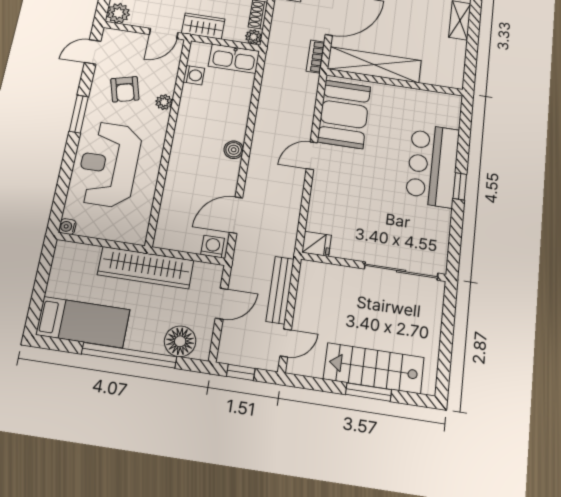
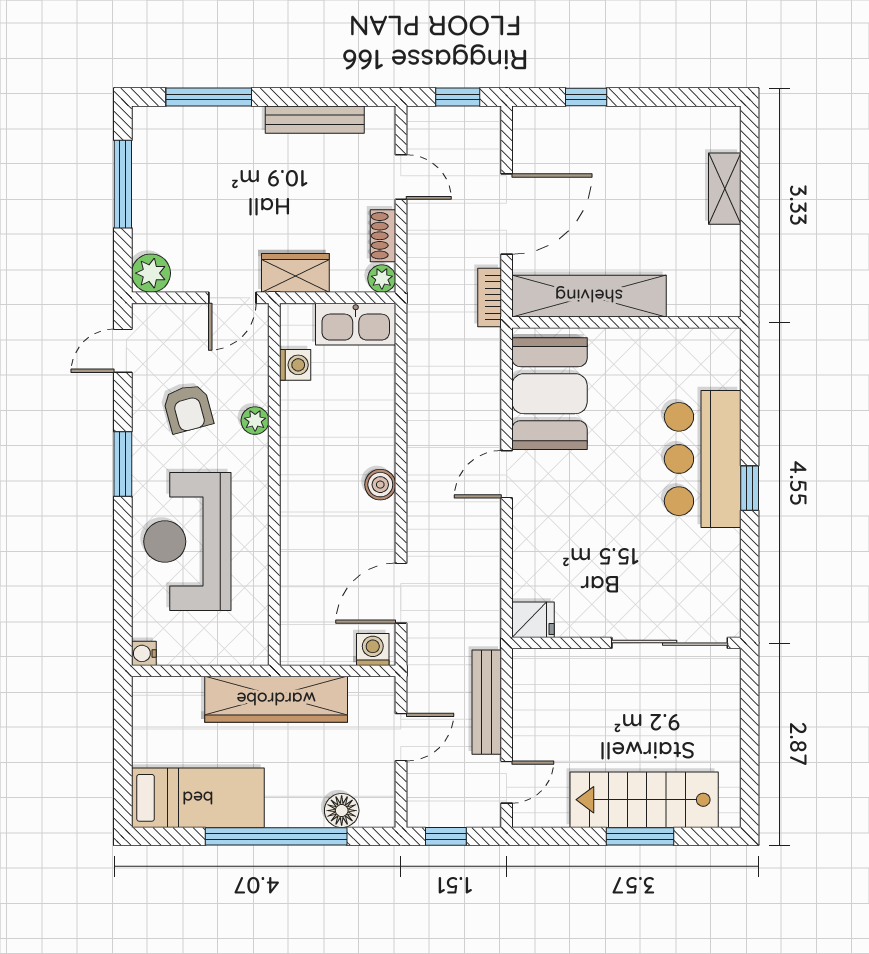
floor lamp: (180, 341) -> (342, 811), width x0.73, depth x0.73

